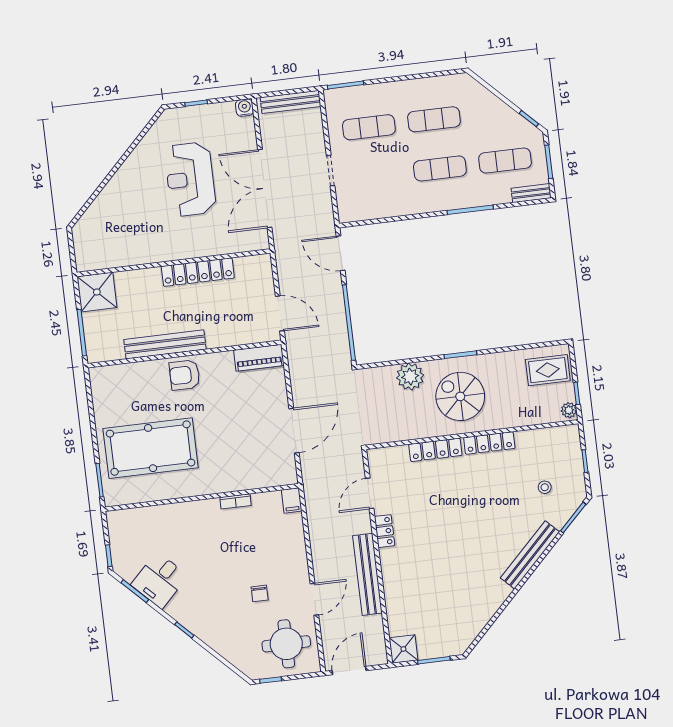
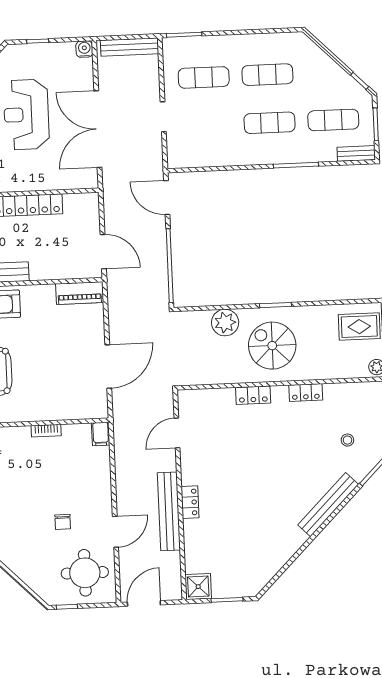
locker: (489, 443) -> (306, 393), width x0.66
locker: (435, 450) -> (253, 395), width x0.66
locker: (385, 531) -> (190, 502), moved

